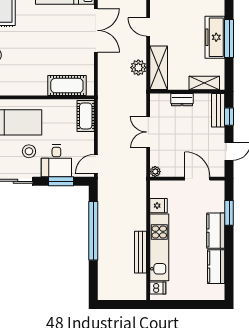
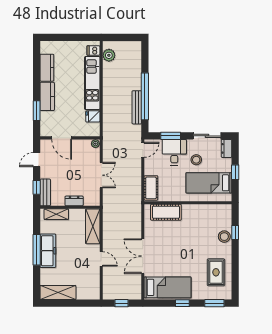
plant: (138, 68) -> (109, 55), moved
bench: (140, 252) -> (137, 107), moved

